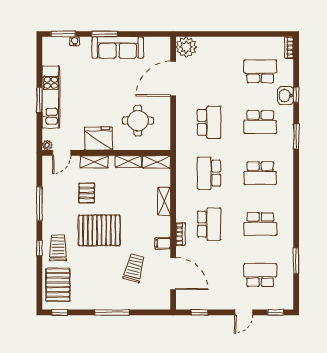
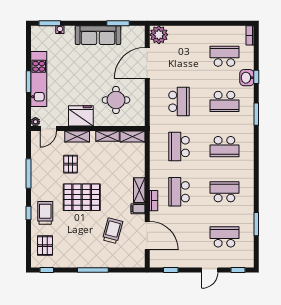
window: (105, 34) -> (118, 23), moved
shelving: (164, 201) -> (139, 190), moved
school desk: (209, 224) -> (179, 192), turned 180
school desk: (260, 224) -> (224, 192), turned 180
pallet: (58, 285) -> (45, 246), width x0.67, depth x0.71

